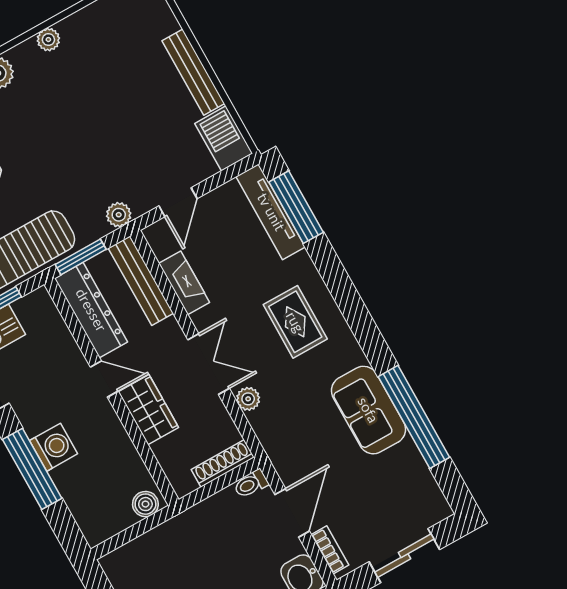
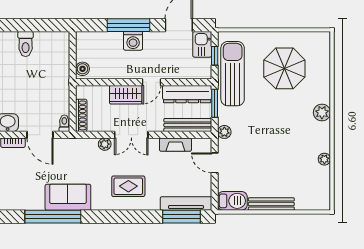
plant: (48, 40) -> (324, 159), moved

